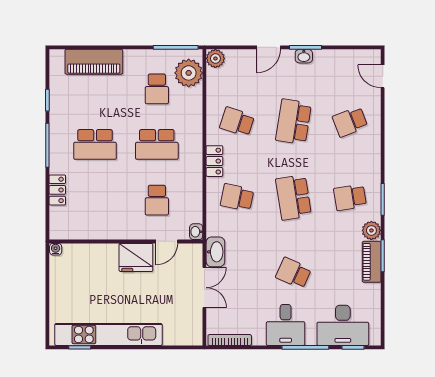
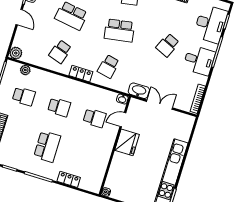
plant: (189, 73) -> (25, 70), width x0.53, depth x0.53
school desk: (157, 144) -> (59, 107), width x0.54
door: (167, 241) -> (123, 120), swing flipped

